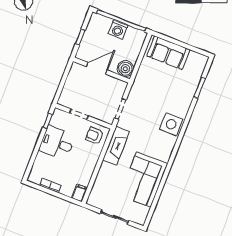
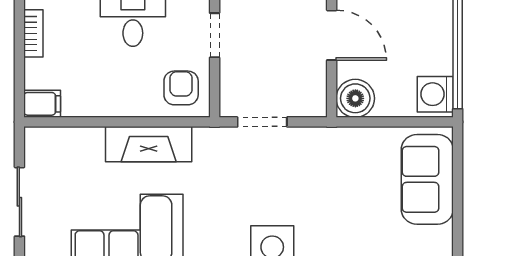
washing machine: (118, 30) -> (435, 94), moved
fireplace: (116, 146) -> (149, 144), moved

